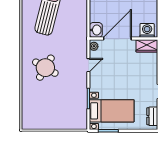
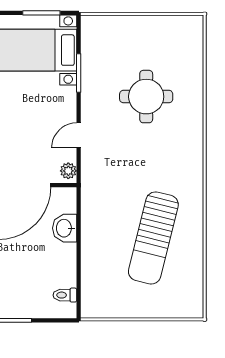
washbasin: (96, 30) -> (65, 228), moved
round table: (45, 68) -> (146, 97), moved, turned -30

